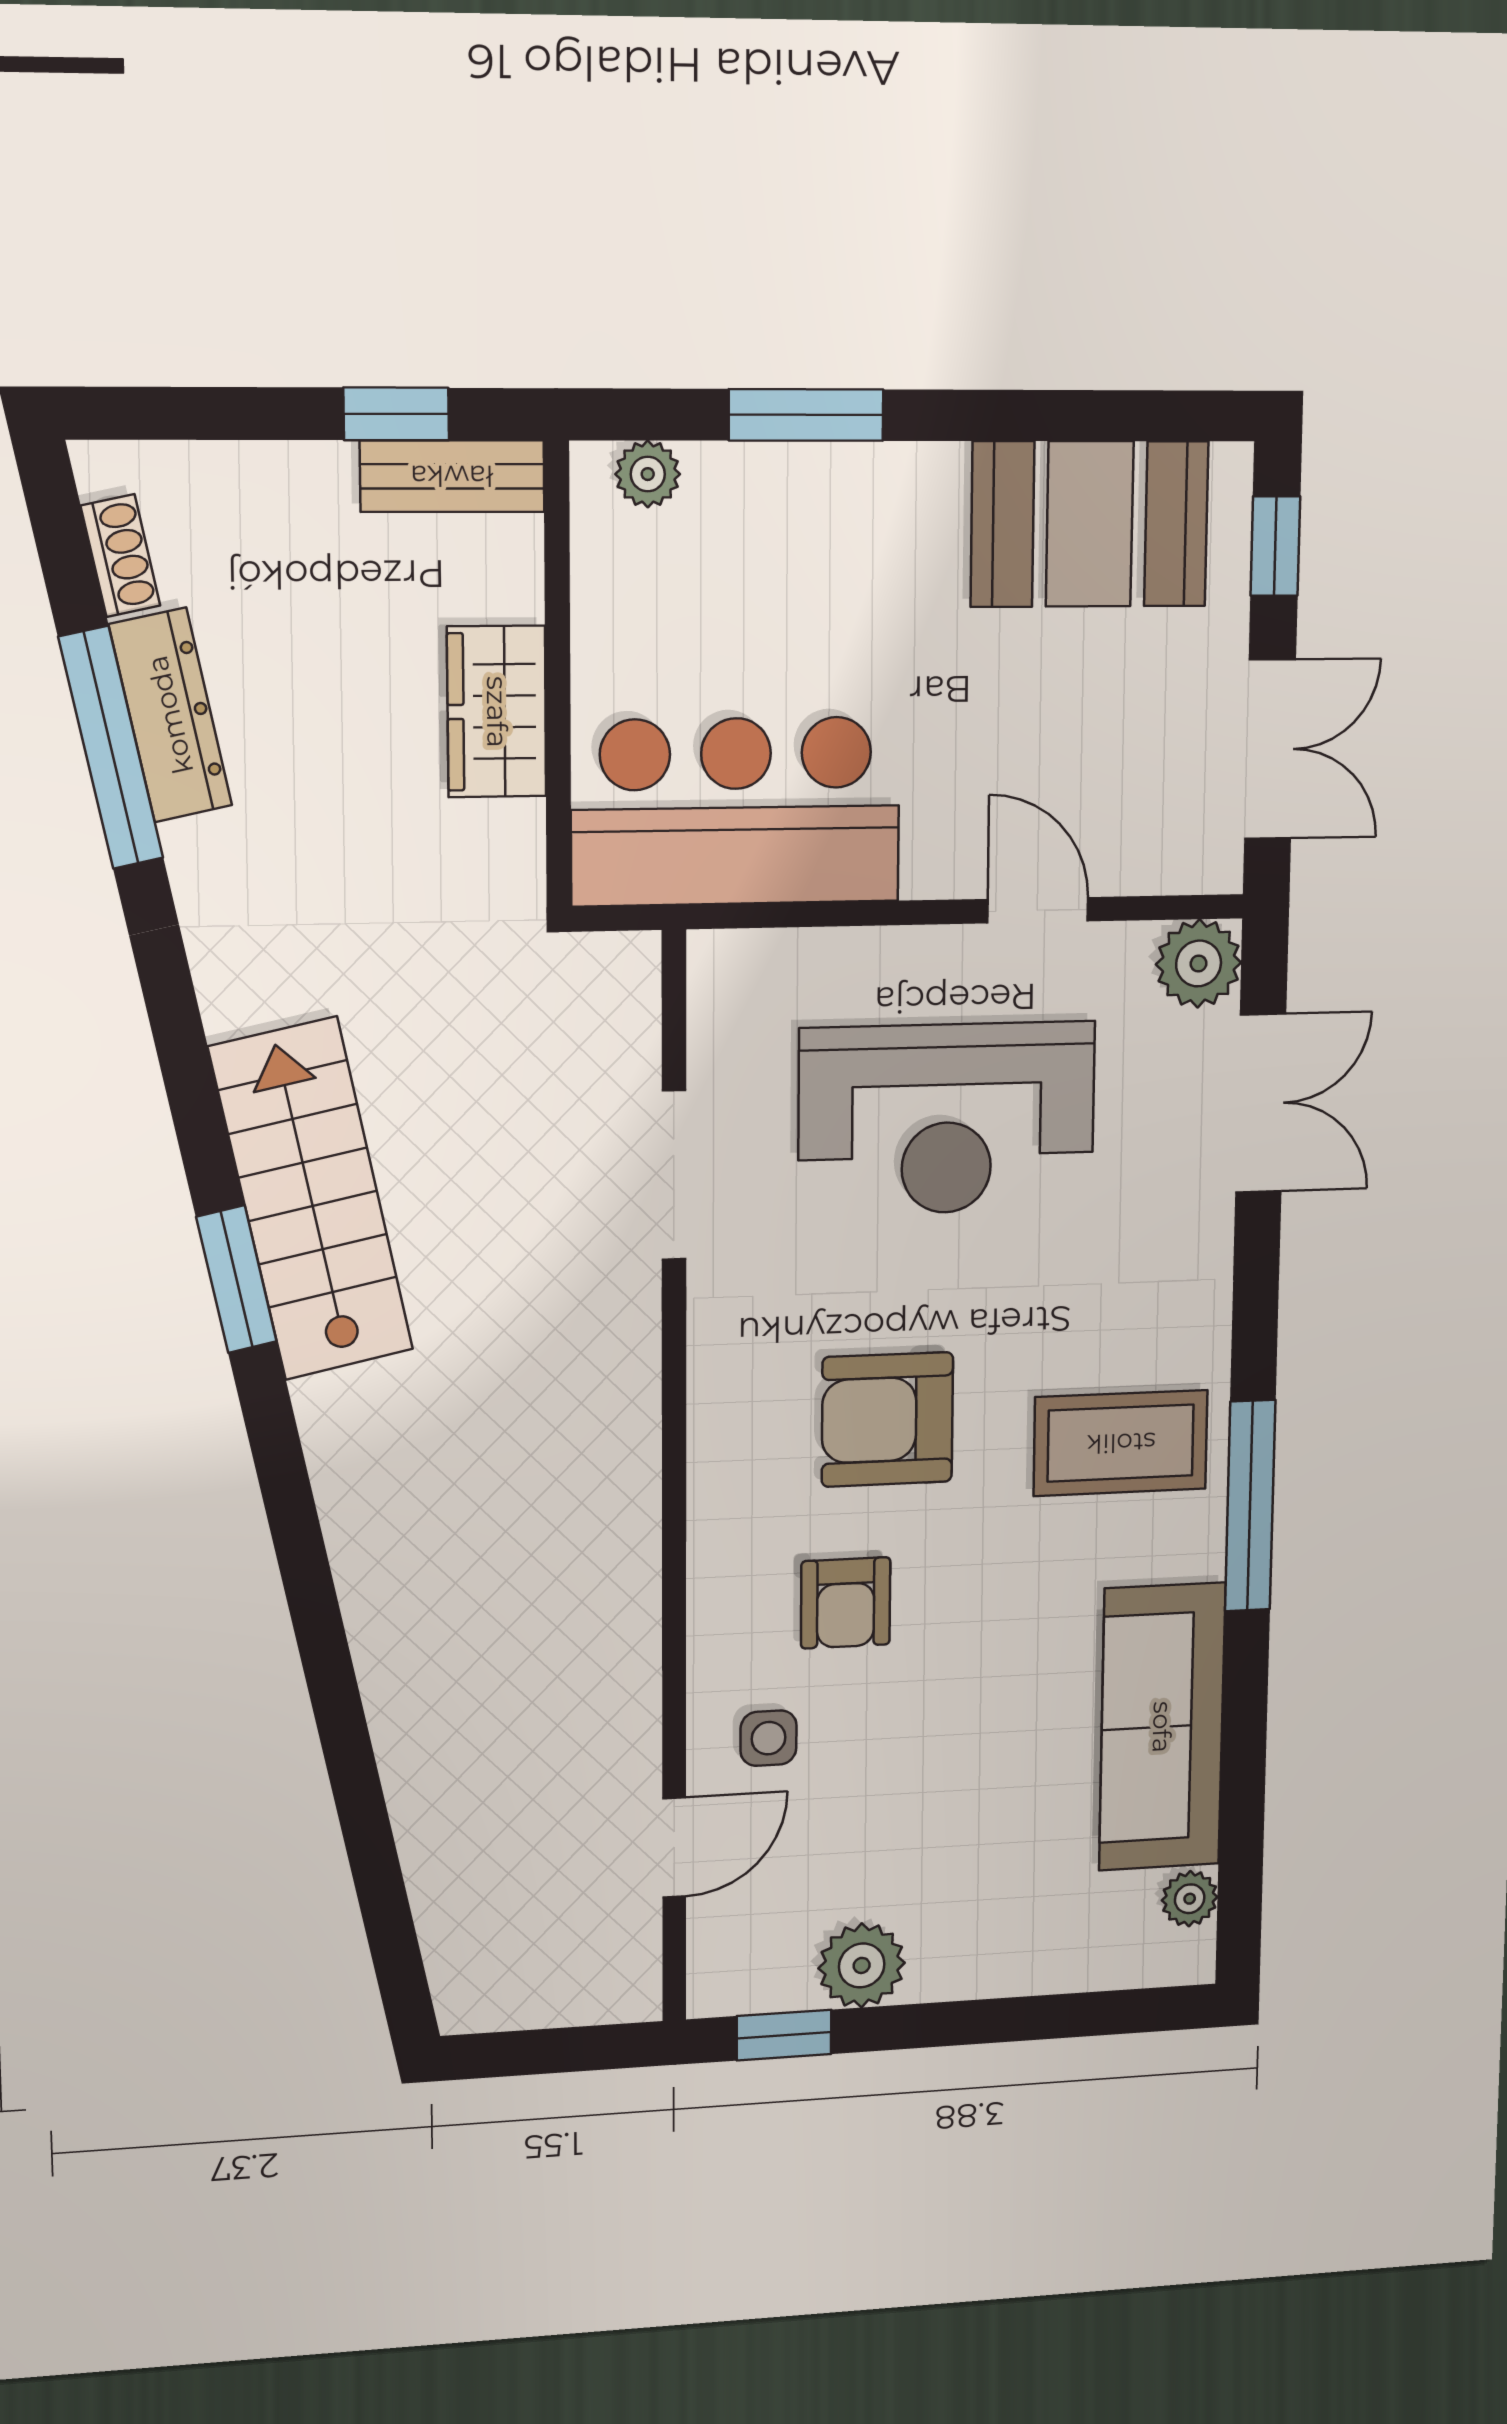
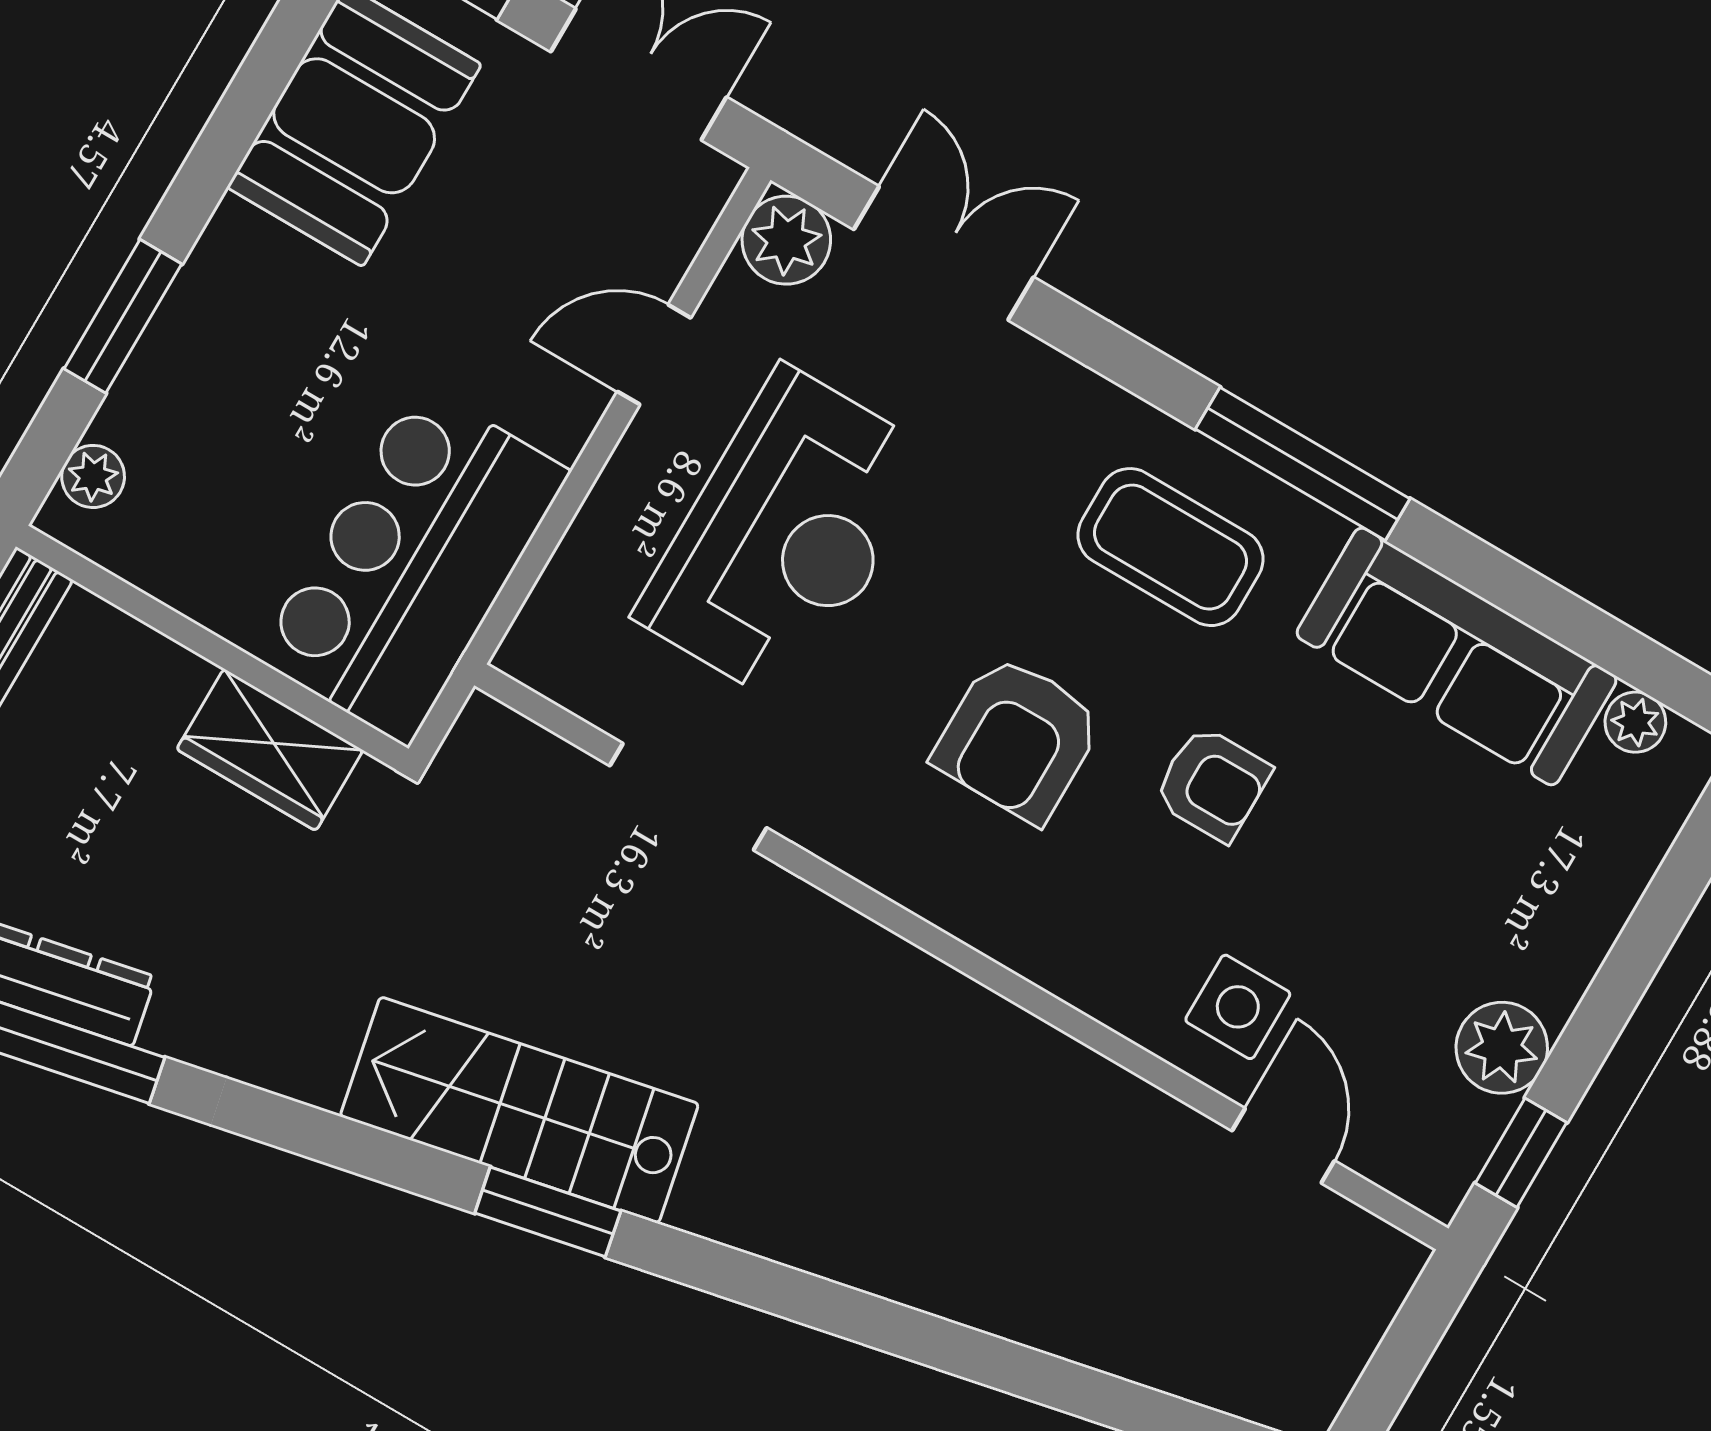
wardrobe: (497, 712) -> (270, 750), moved
coffee table: (1121, 1443) -> (1170, 547), turned 90
armchair: (846, 1603) -> (1212, 784), moved
side table: (769, 1738) -> (1238, 1007), width x1.37, depth x1.37

